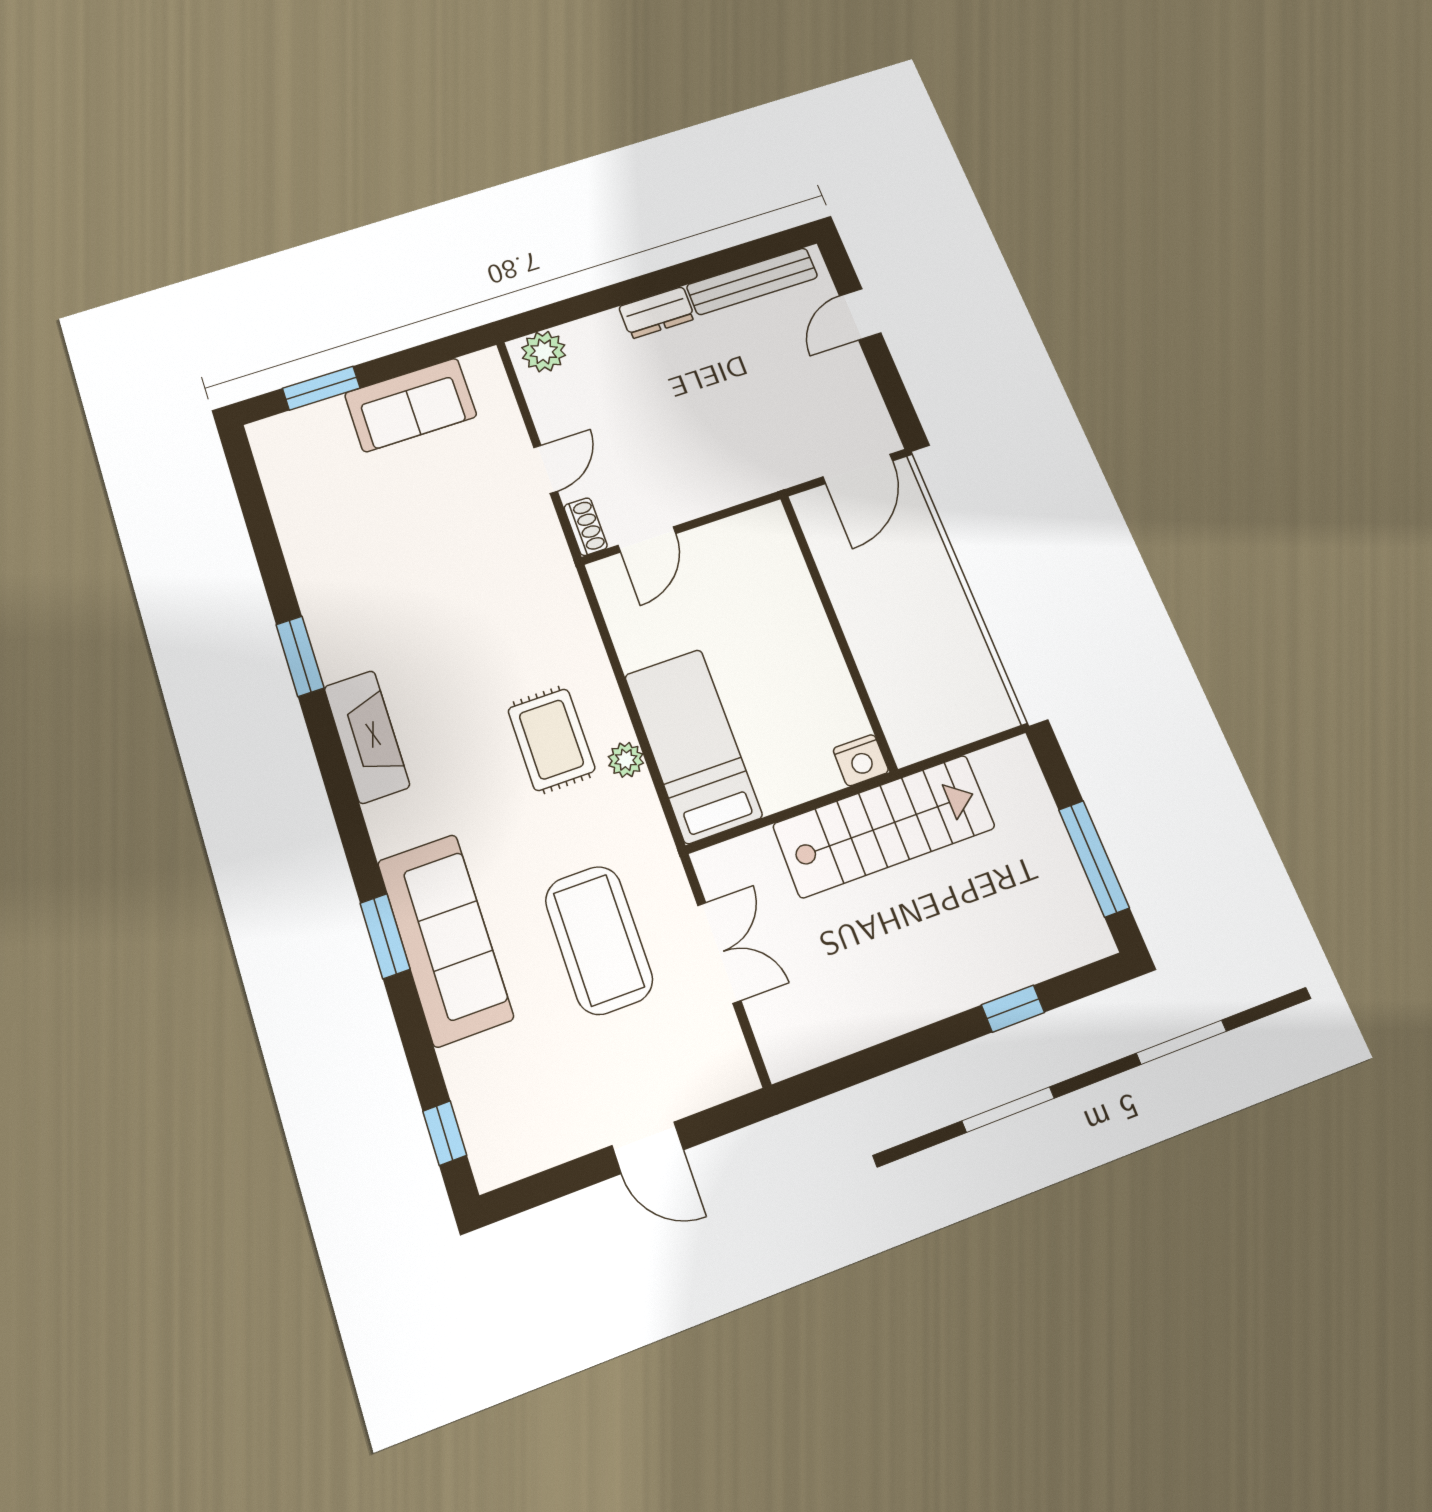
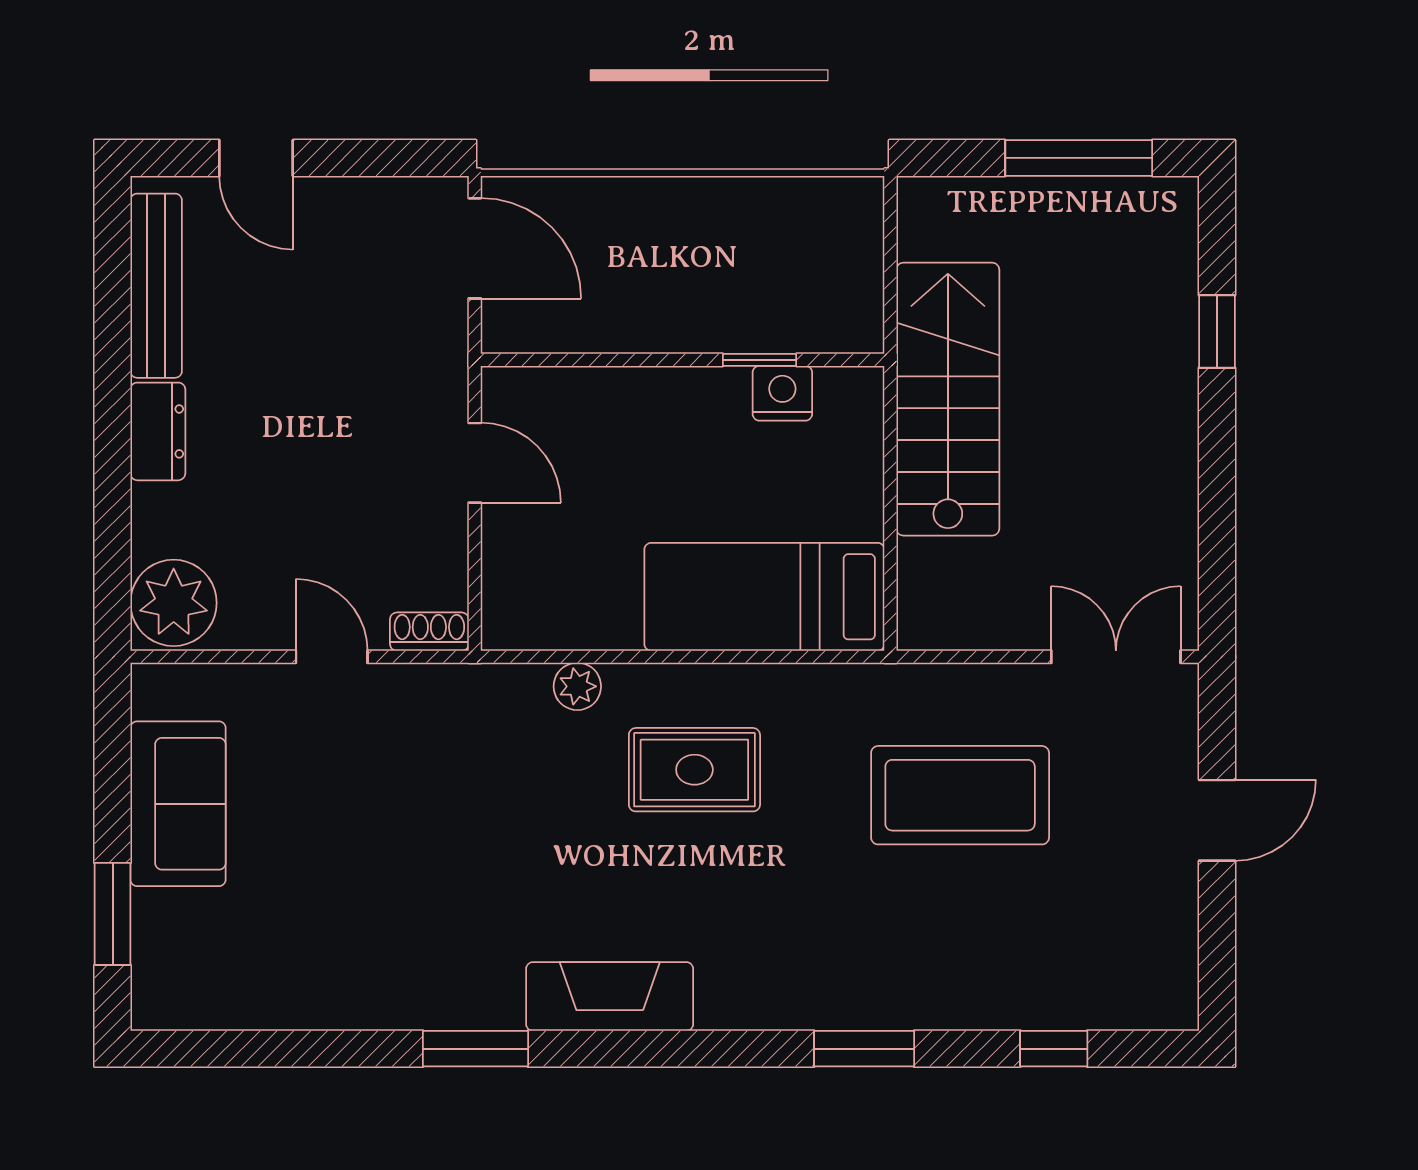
plant: (544, 352) -> (174, 603), width x1.36, depth x1.36
door: (647, 540) -> (475, 463), moved
window: (859, 683) -> (760, 360), added
plant: (626, 760) -> (577, 686), moved
nightstand: (861, 760) -> (782, 393), moved, turned -90
sofa: (445, 939) -> (894, 978), removed
double door: (719, 953) -> (1116, 657), moved
window: (445, 1133) -> (1054, 1049), moved

